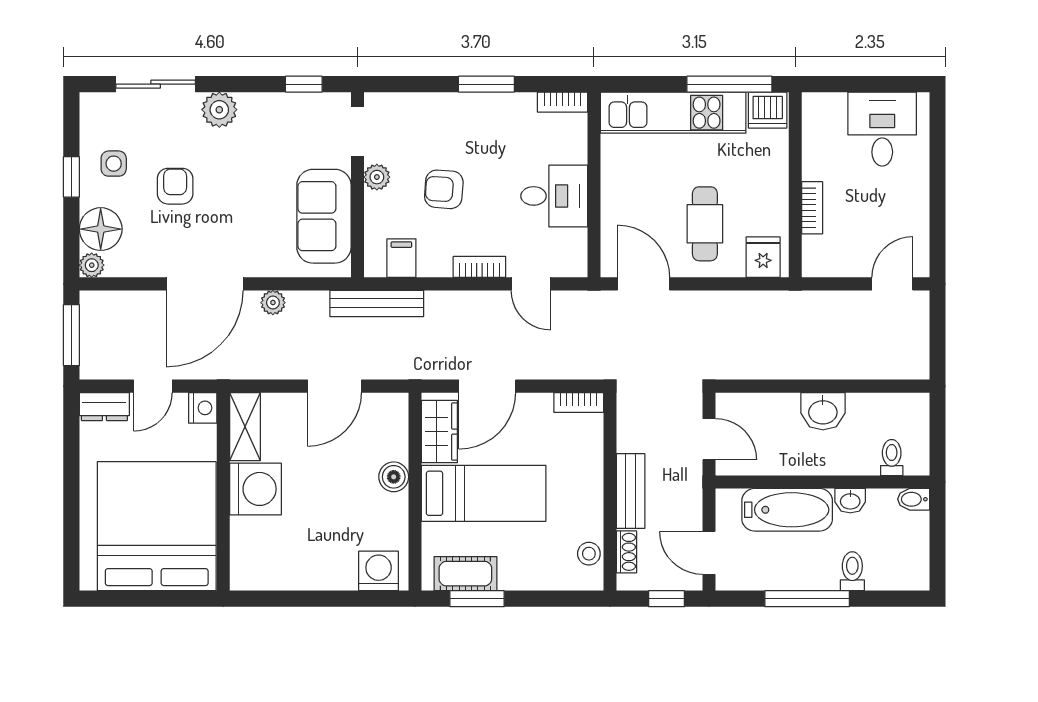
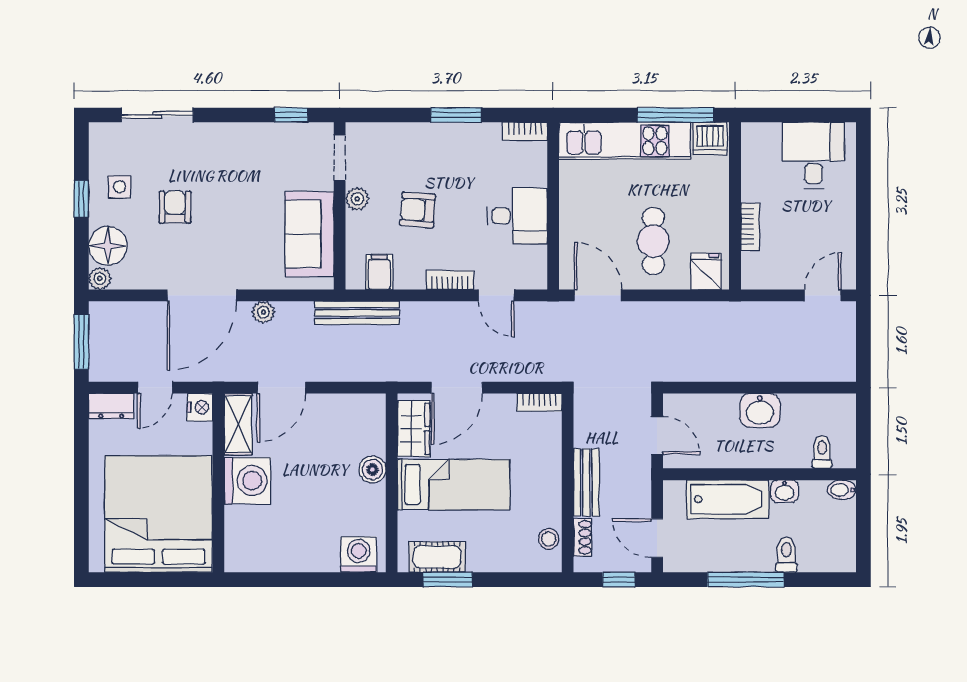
plant: (219, 110) -> (215, 138), removed
door: (335, 386) -> (281, 388), moved

